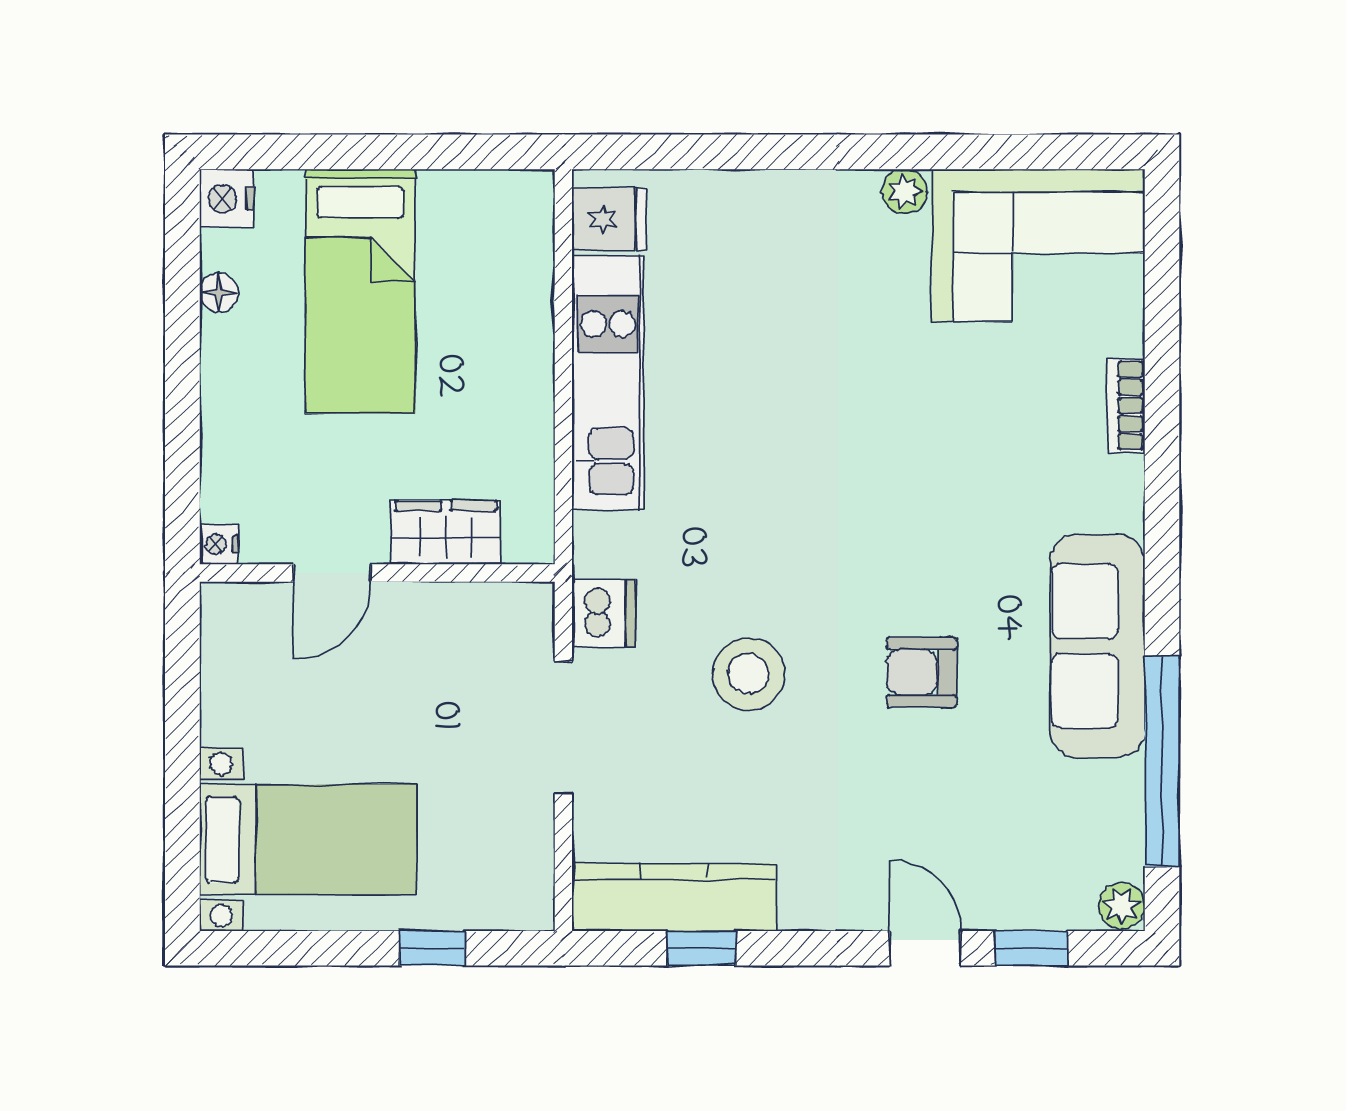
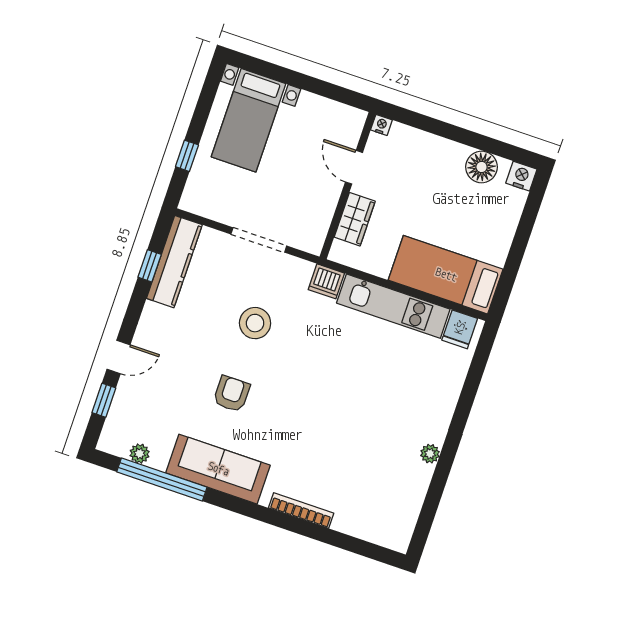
corner sofa: (1038, 245) -> (390, 501), removed
bed: (360, 291) -> (446, 275), moved
floor lamp: (219, 293) -> (482, 167), width x1.89, depth x1.89
bookcase: (1126, 406) -> (301, 511), width x1.56
dishwasher: (604, 613) -> (326, 281), moved
plant: (1122, 906) -> (140, 454), moved

